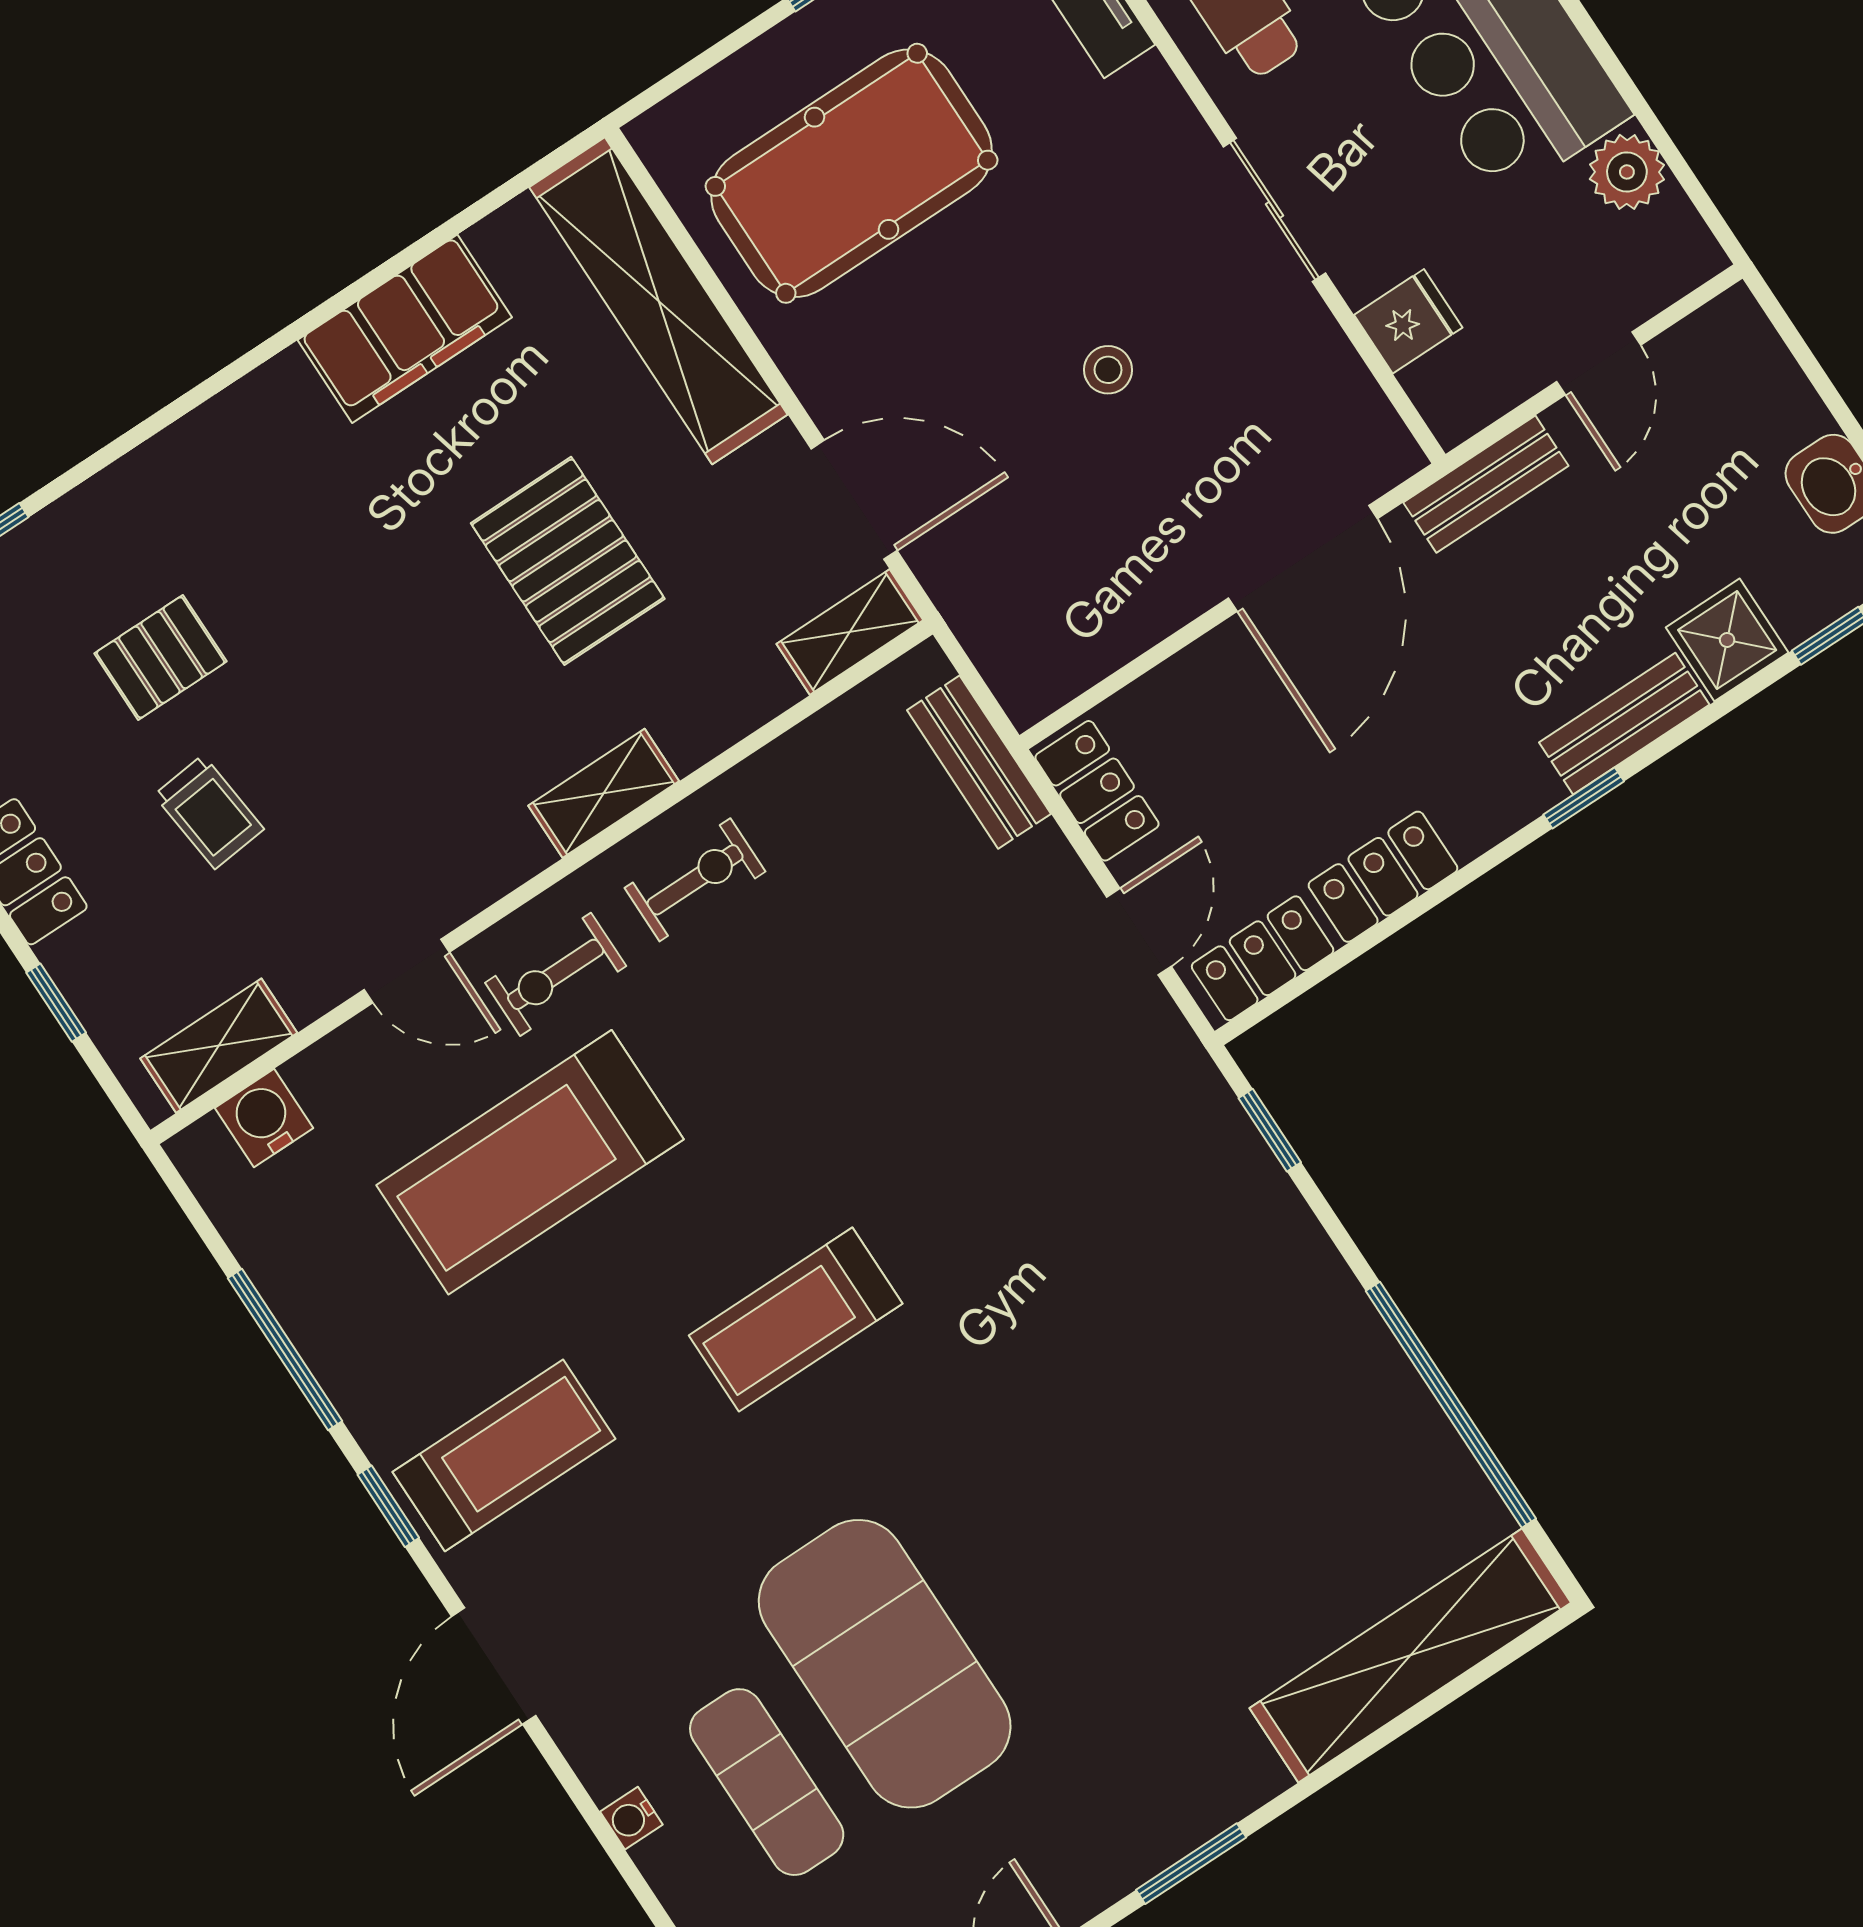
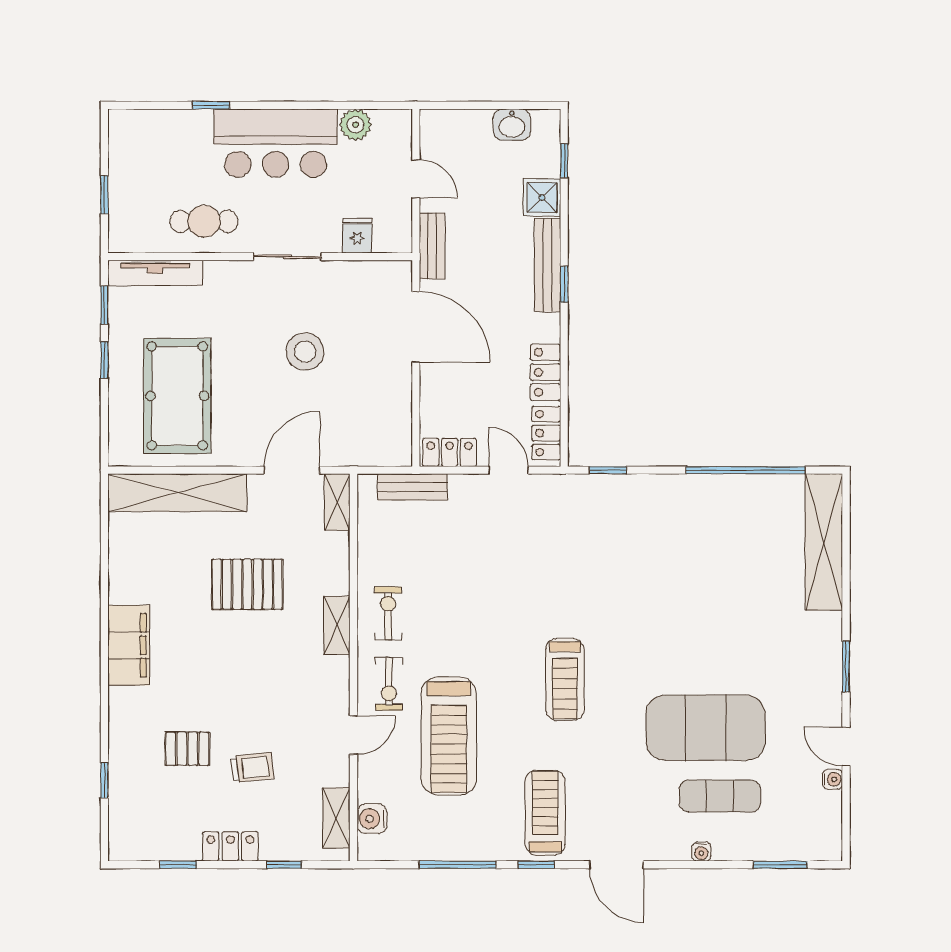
filing cabinet: (405, 329) -> (129, 645), moved
stool: (1108, 370) -> (305, 352), width x1.89, depth x1.89
pallet: (160, 657) -> (187, 749), turned 90
bench: (1624, 724) -> (548, 265), width x1.36

